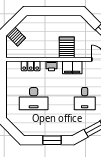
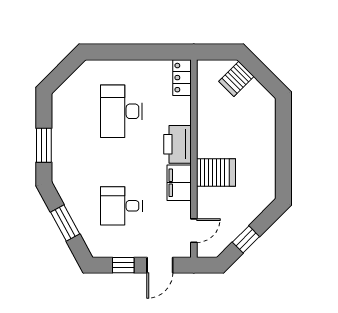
locker: (31, 66) -> (182, 78), moved
printer: (51, 66) -> (177, 144), width x1.87, depth x1.48

